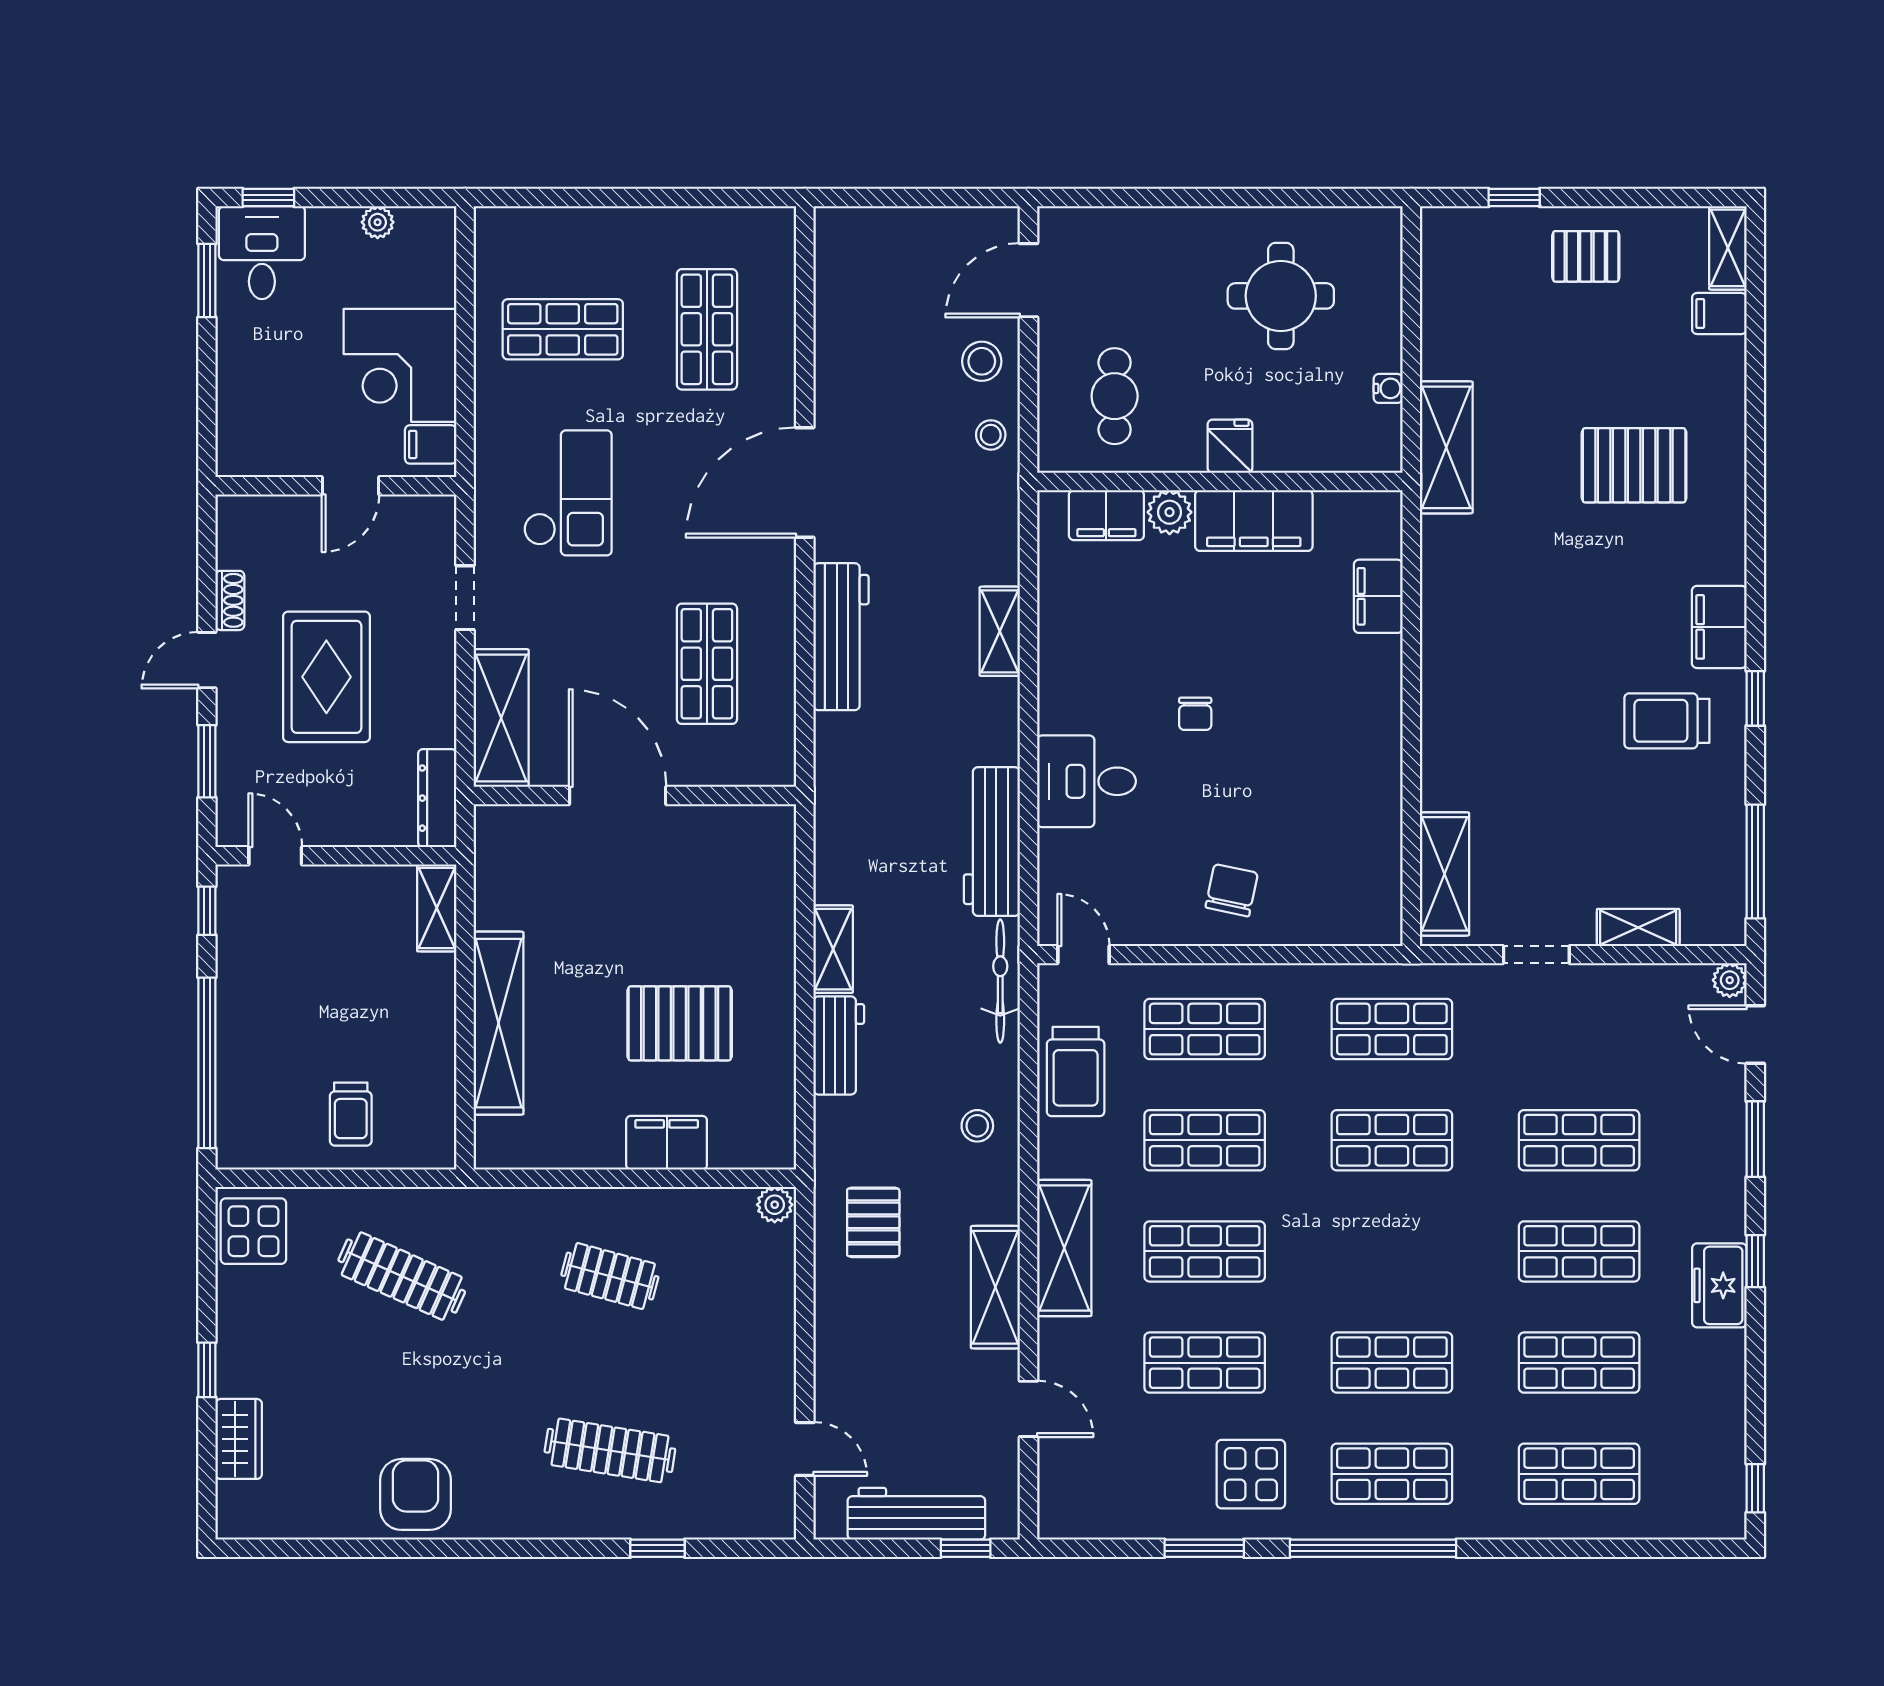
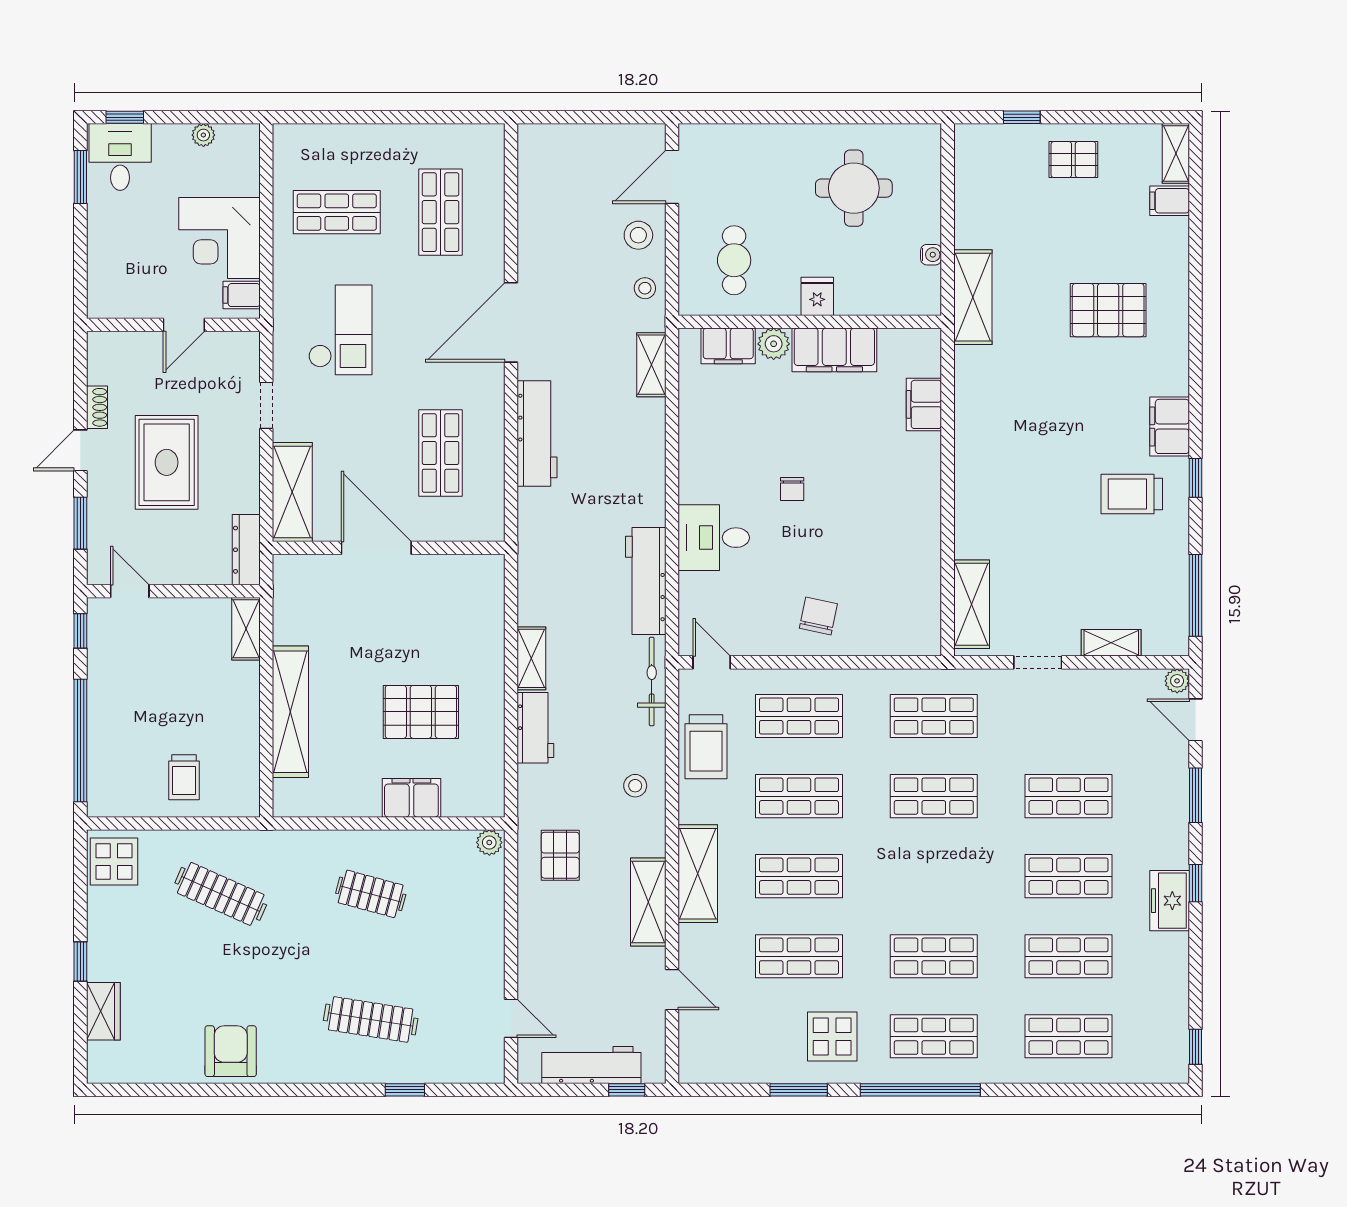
shelving: (1000, 631) -> (651, 365), moved

